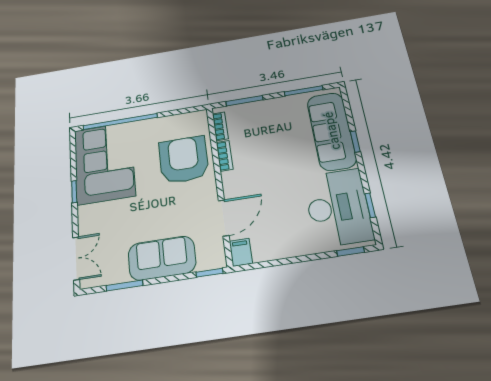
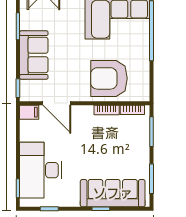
armchair: (184, 160) -> (109, 78), turned 180
desk: (338, 208) -> (41, 170), moved, turned 90

